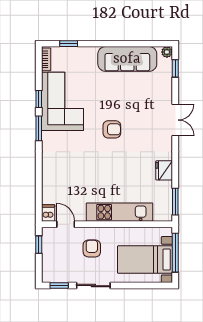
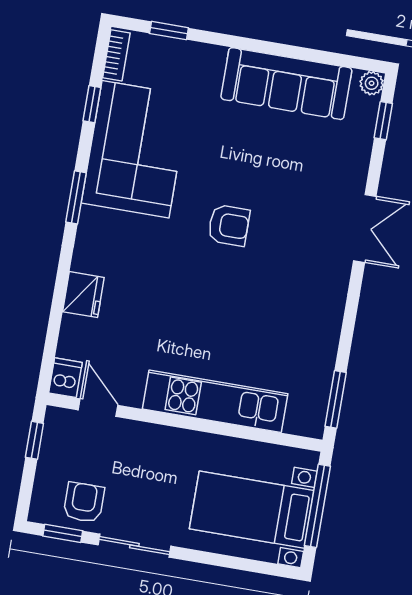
window: (39, 99) -> (92, 104), moved
fridge: (164, 170) -> (83, 295), moved, turned 180
armchair: (92, 248) -> (84, 502), moved

